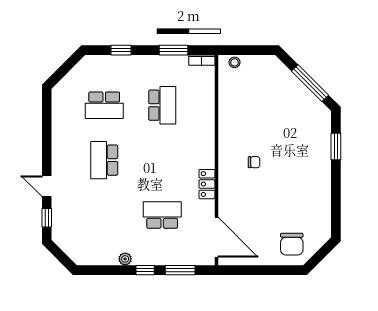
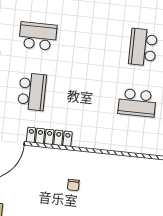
school desk: (104, 160) -> (38, 36), moved
locker: (207, 184) -> (49, 137), width x1.53

